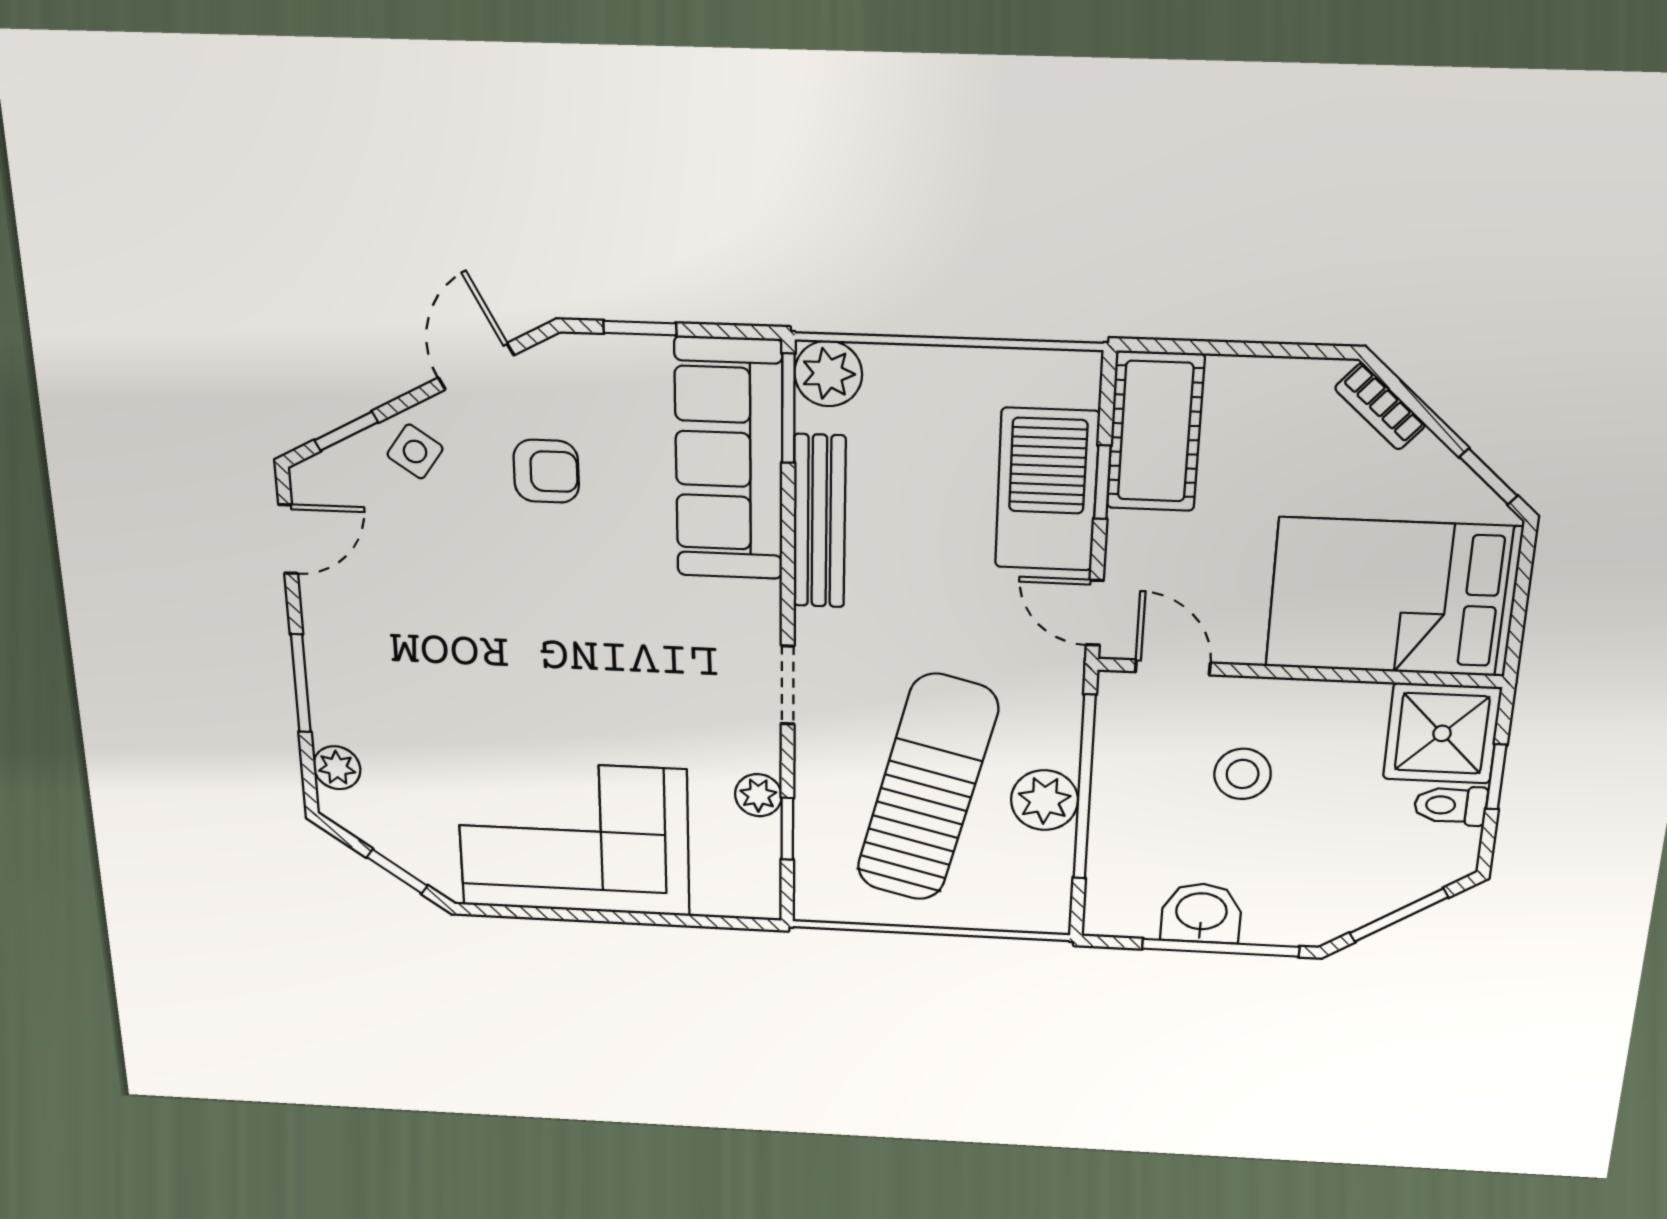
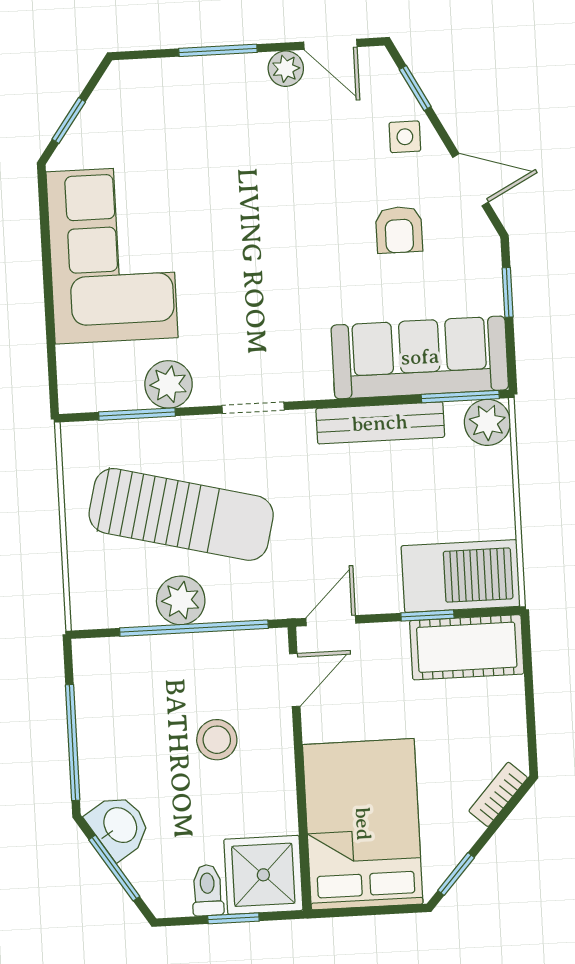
side table: (415, 452) -> (405, 137), turned -35
barbecue: (1047, 490) -> (461, 576), moved
plant: (337, 768) -> (286, 69), moved
plant: (758, 795) -> (169, 384), width x1.38, depth x1.38
window: (787, 829) -> (137, 414), width x1.50
washbasin: (1201, 913) -> (119, 826), moved, turned -33

